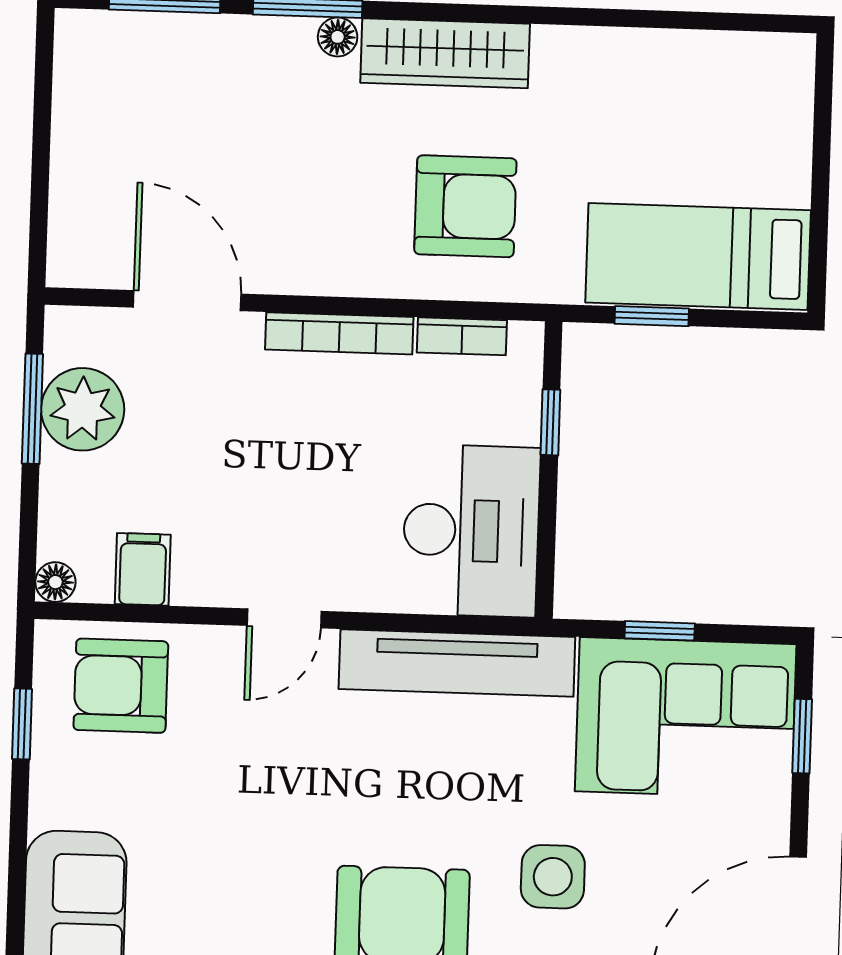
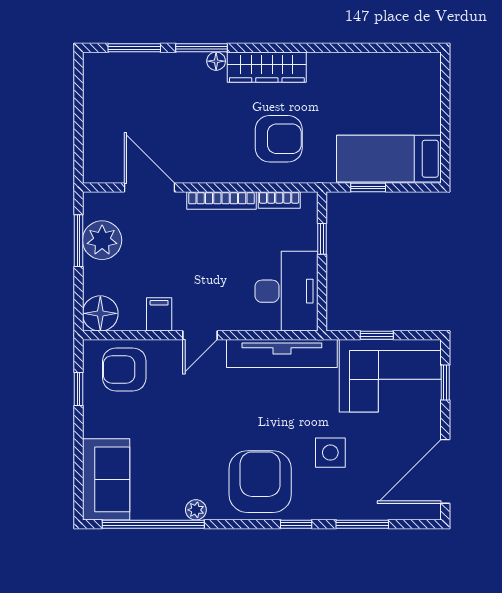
filing cabinet: (143, 569) -> (159, 314), moved
floor lamp: (55, 582) -> (100, 313), width x1.89, depth x1.89

